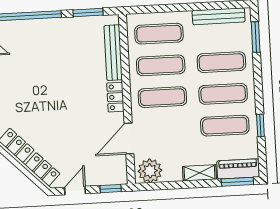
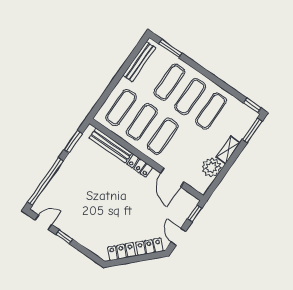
window: (260, 125) -> (252, 105), moved
piano: (238, 169) -> (245, 124), removed
plant: (150, 171) -> (211, 167), moved

